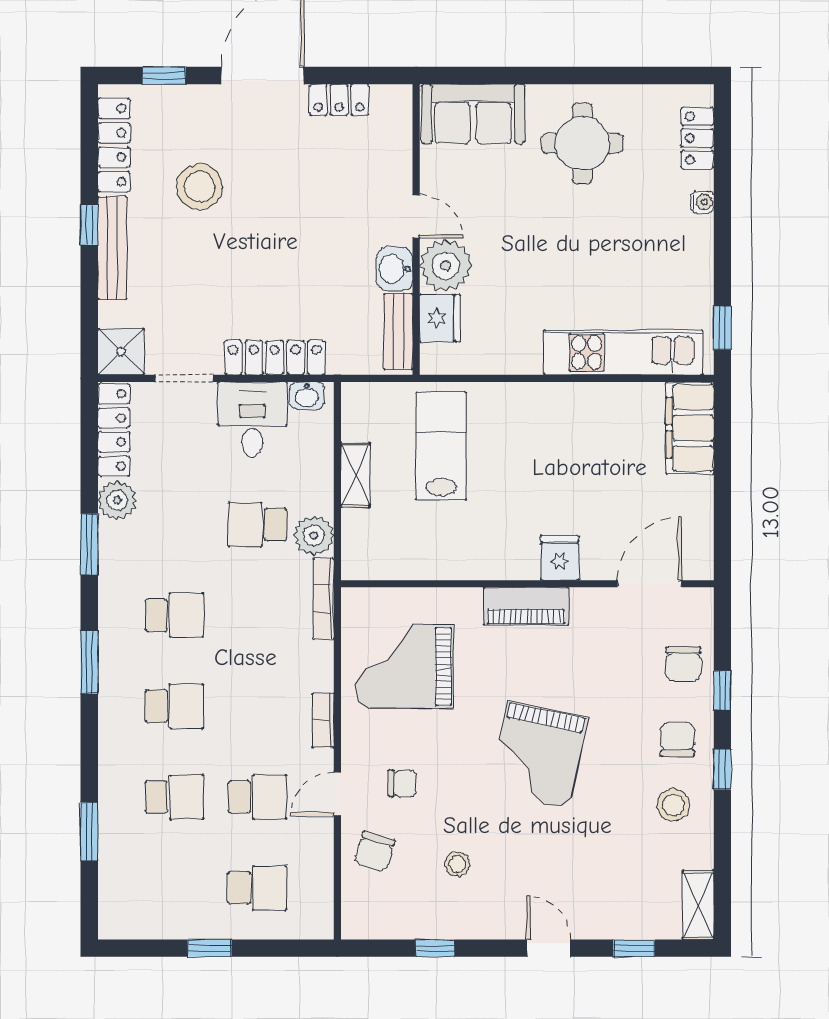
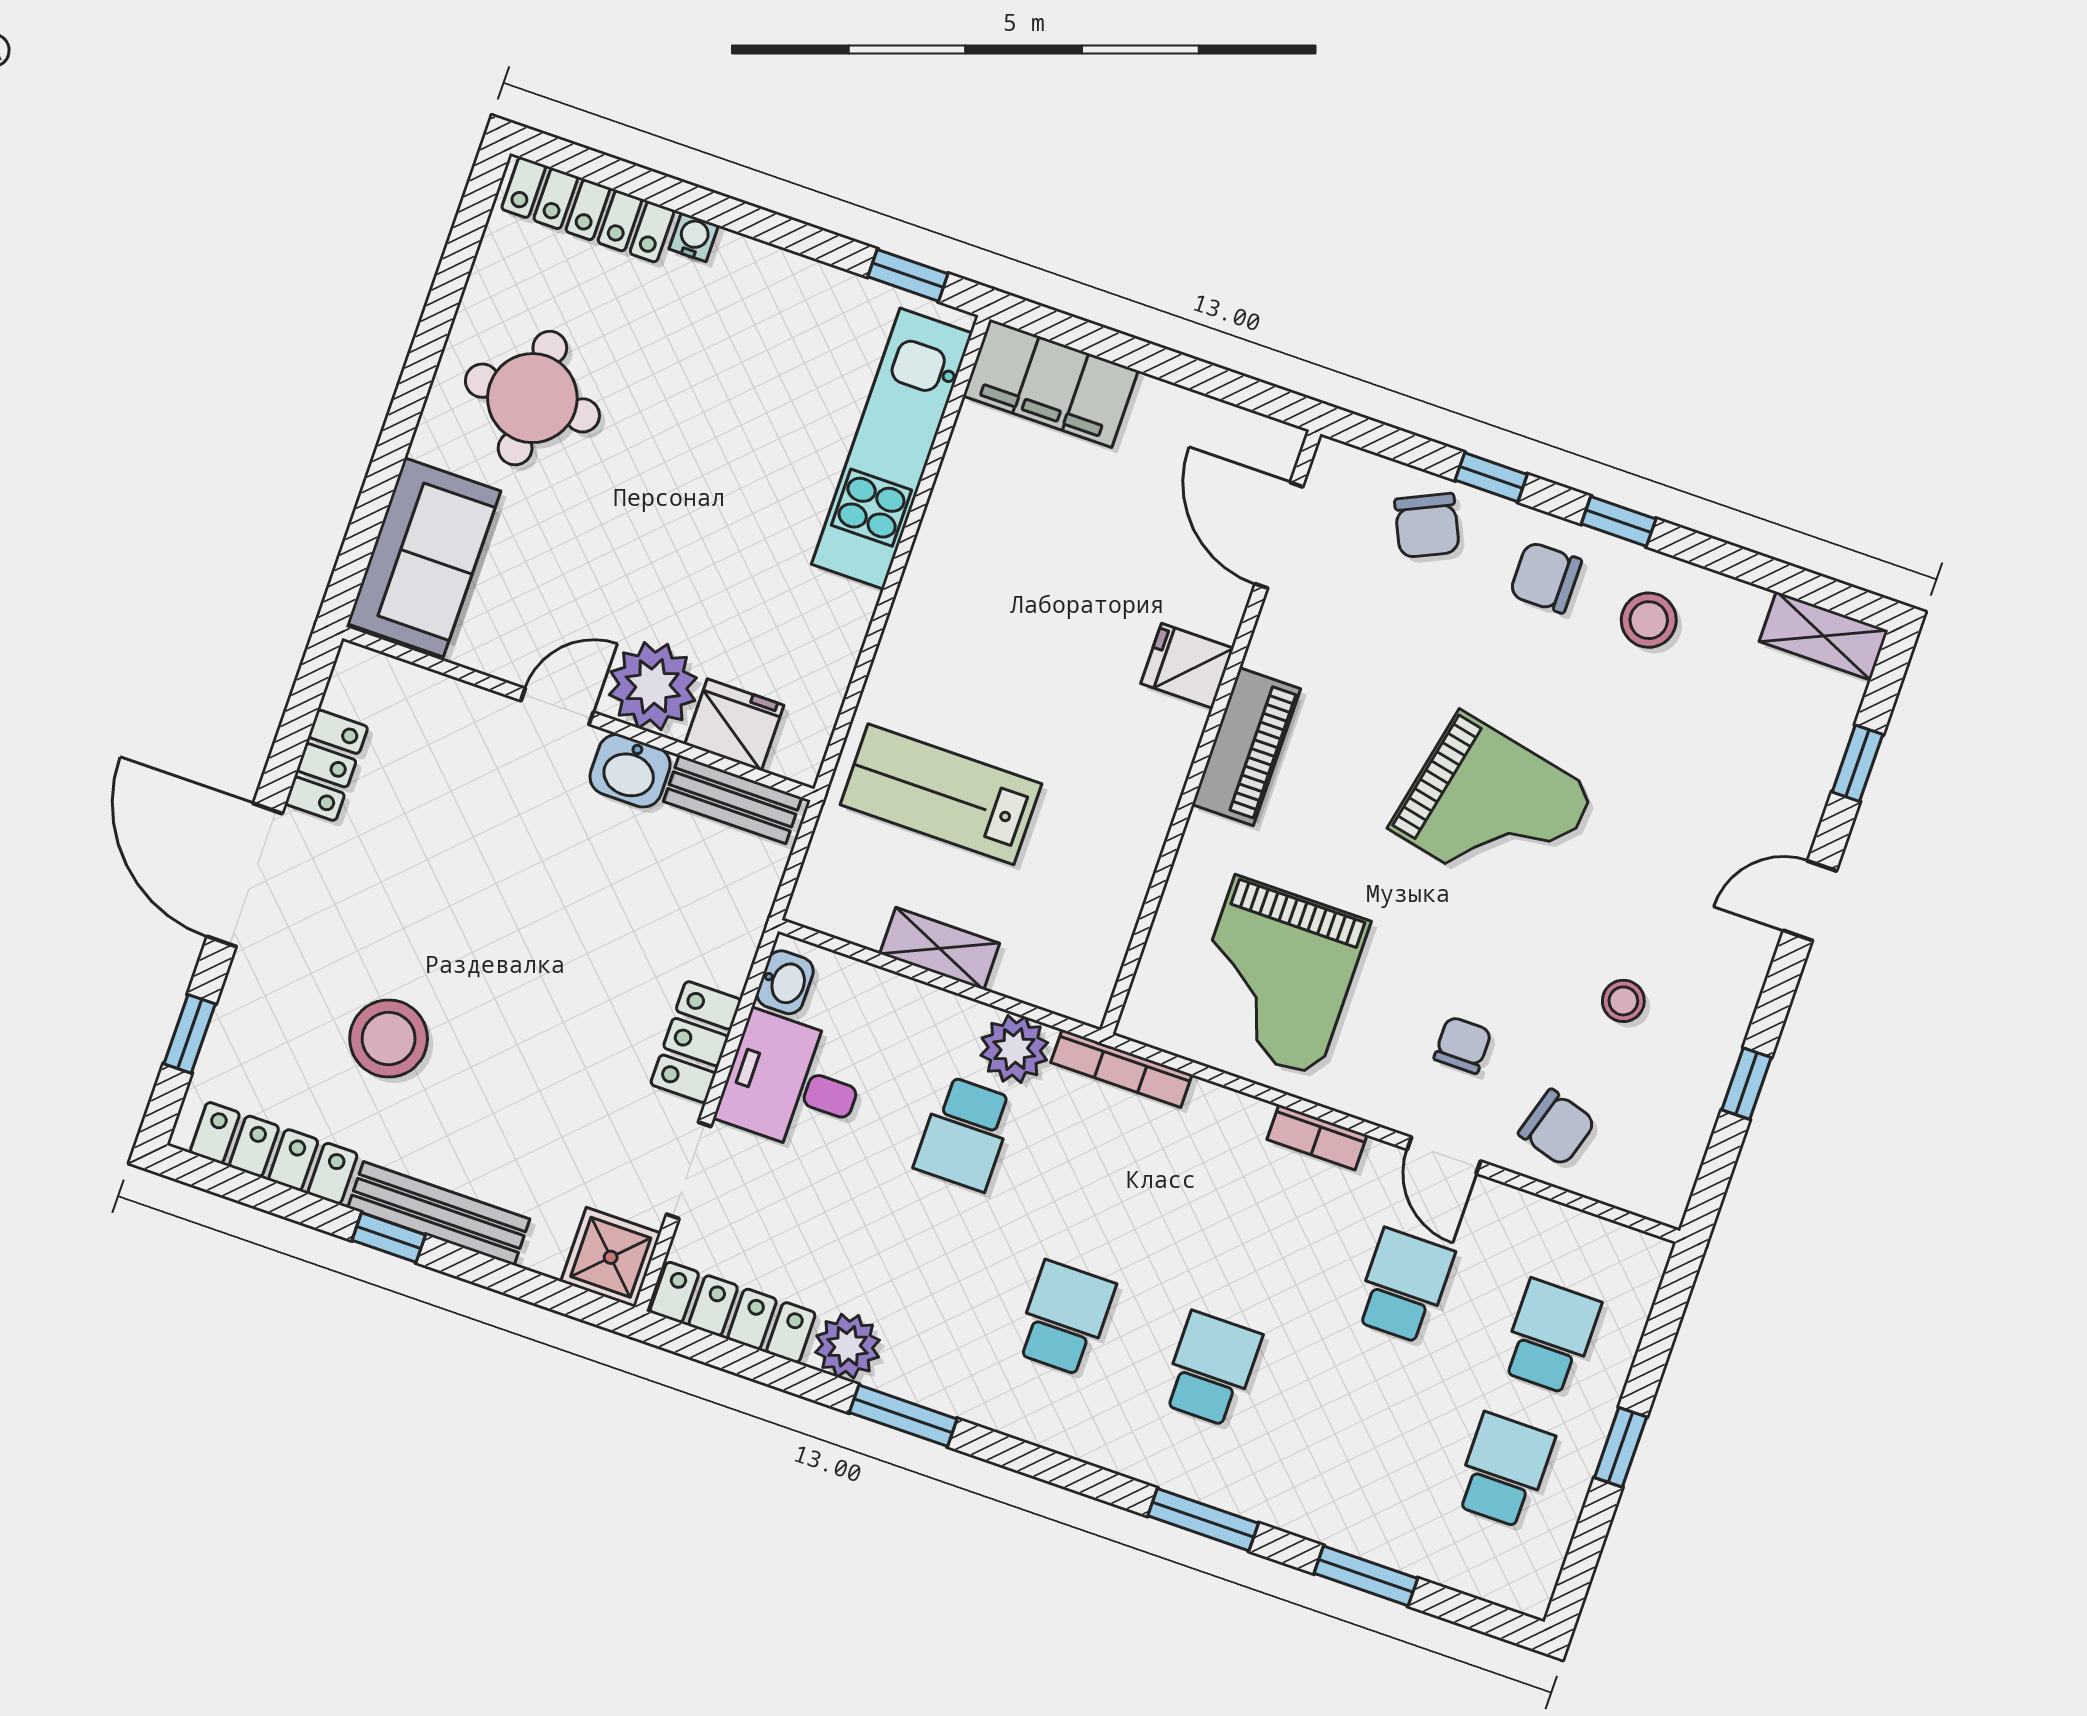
locker: (697, 138) -> (588, 210), width x1.53
locker: (275, 358) -> (696, 1042), width x0.66
window: (89, 662) -> (1203, 1520), moved
chair: (683, 664) -> (1427, 525), turned 65
school desk: (174, 797) -> (1504, 1470), moved

